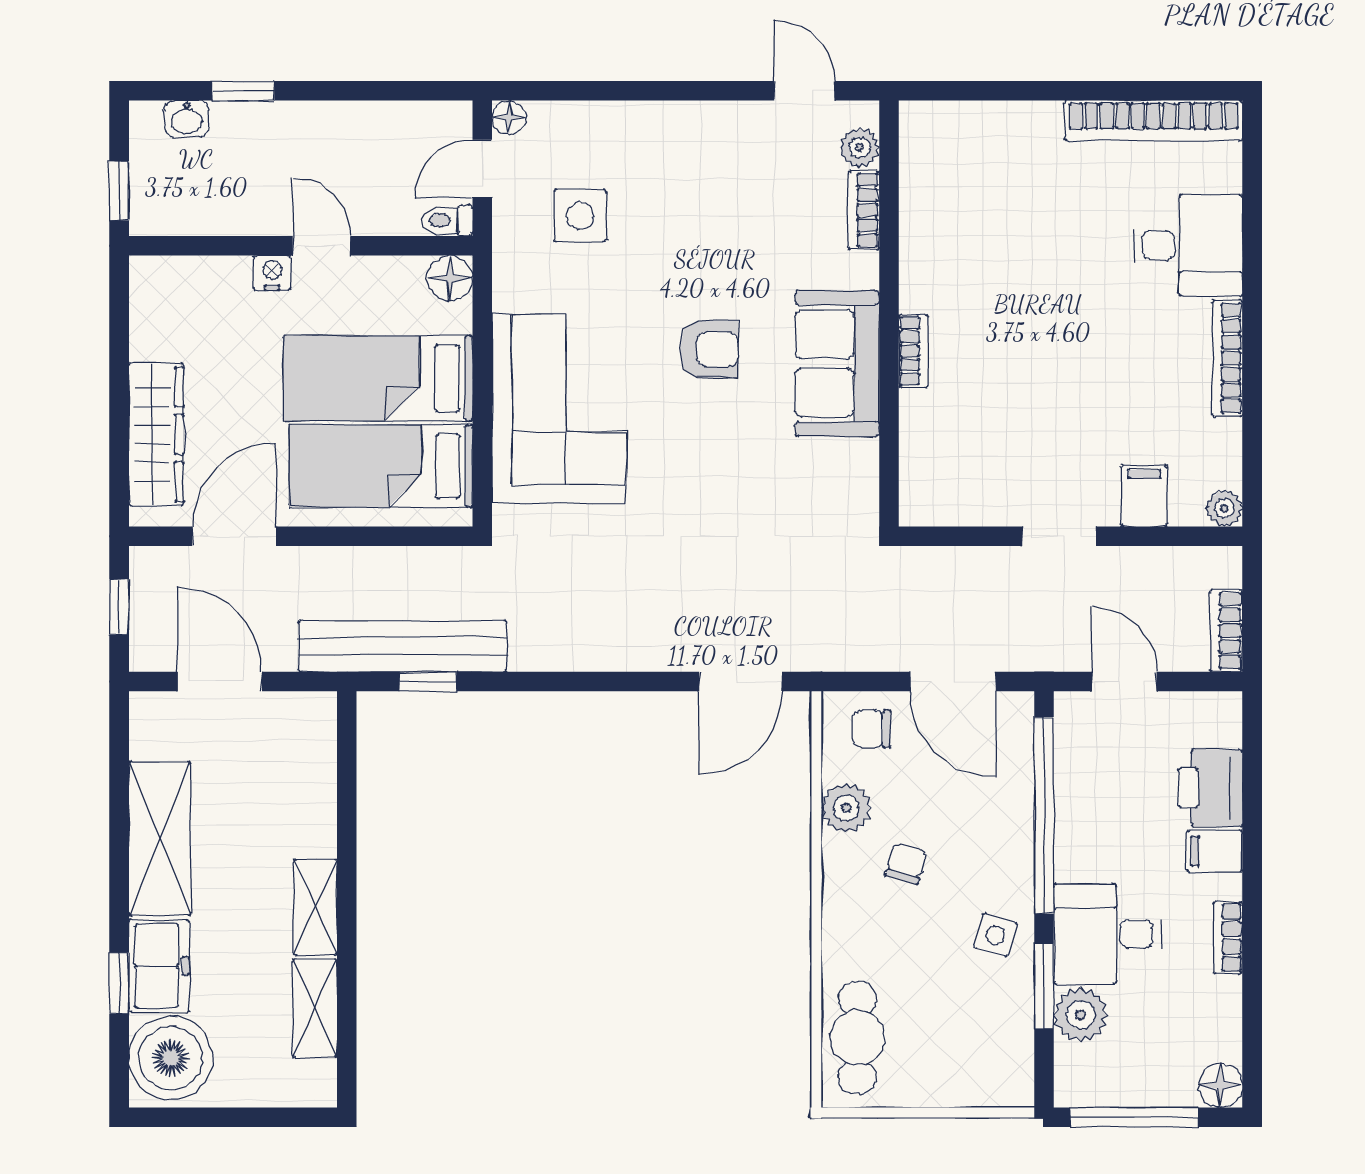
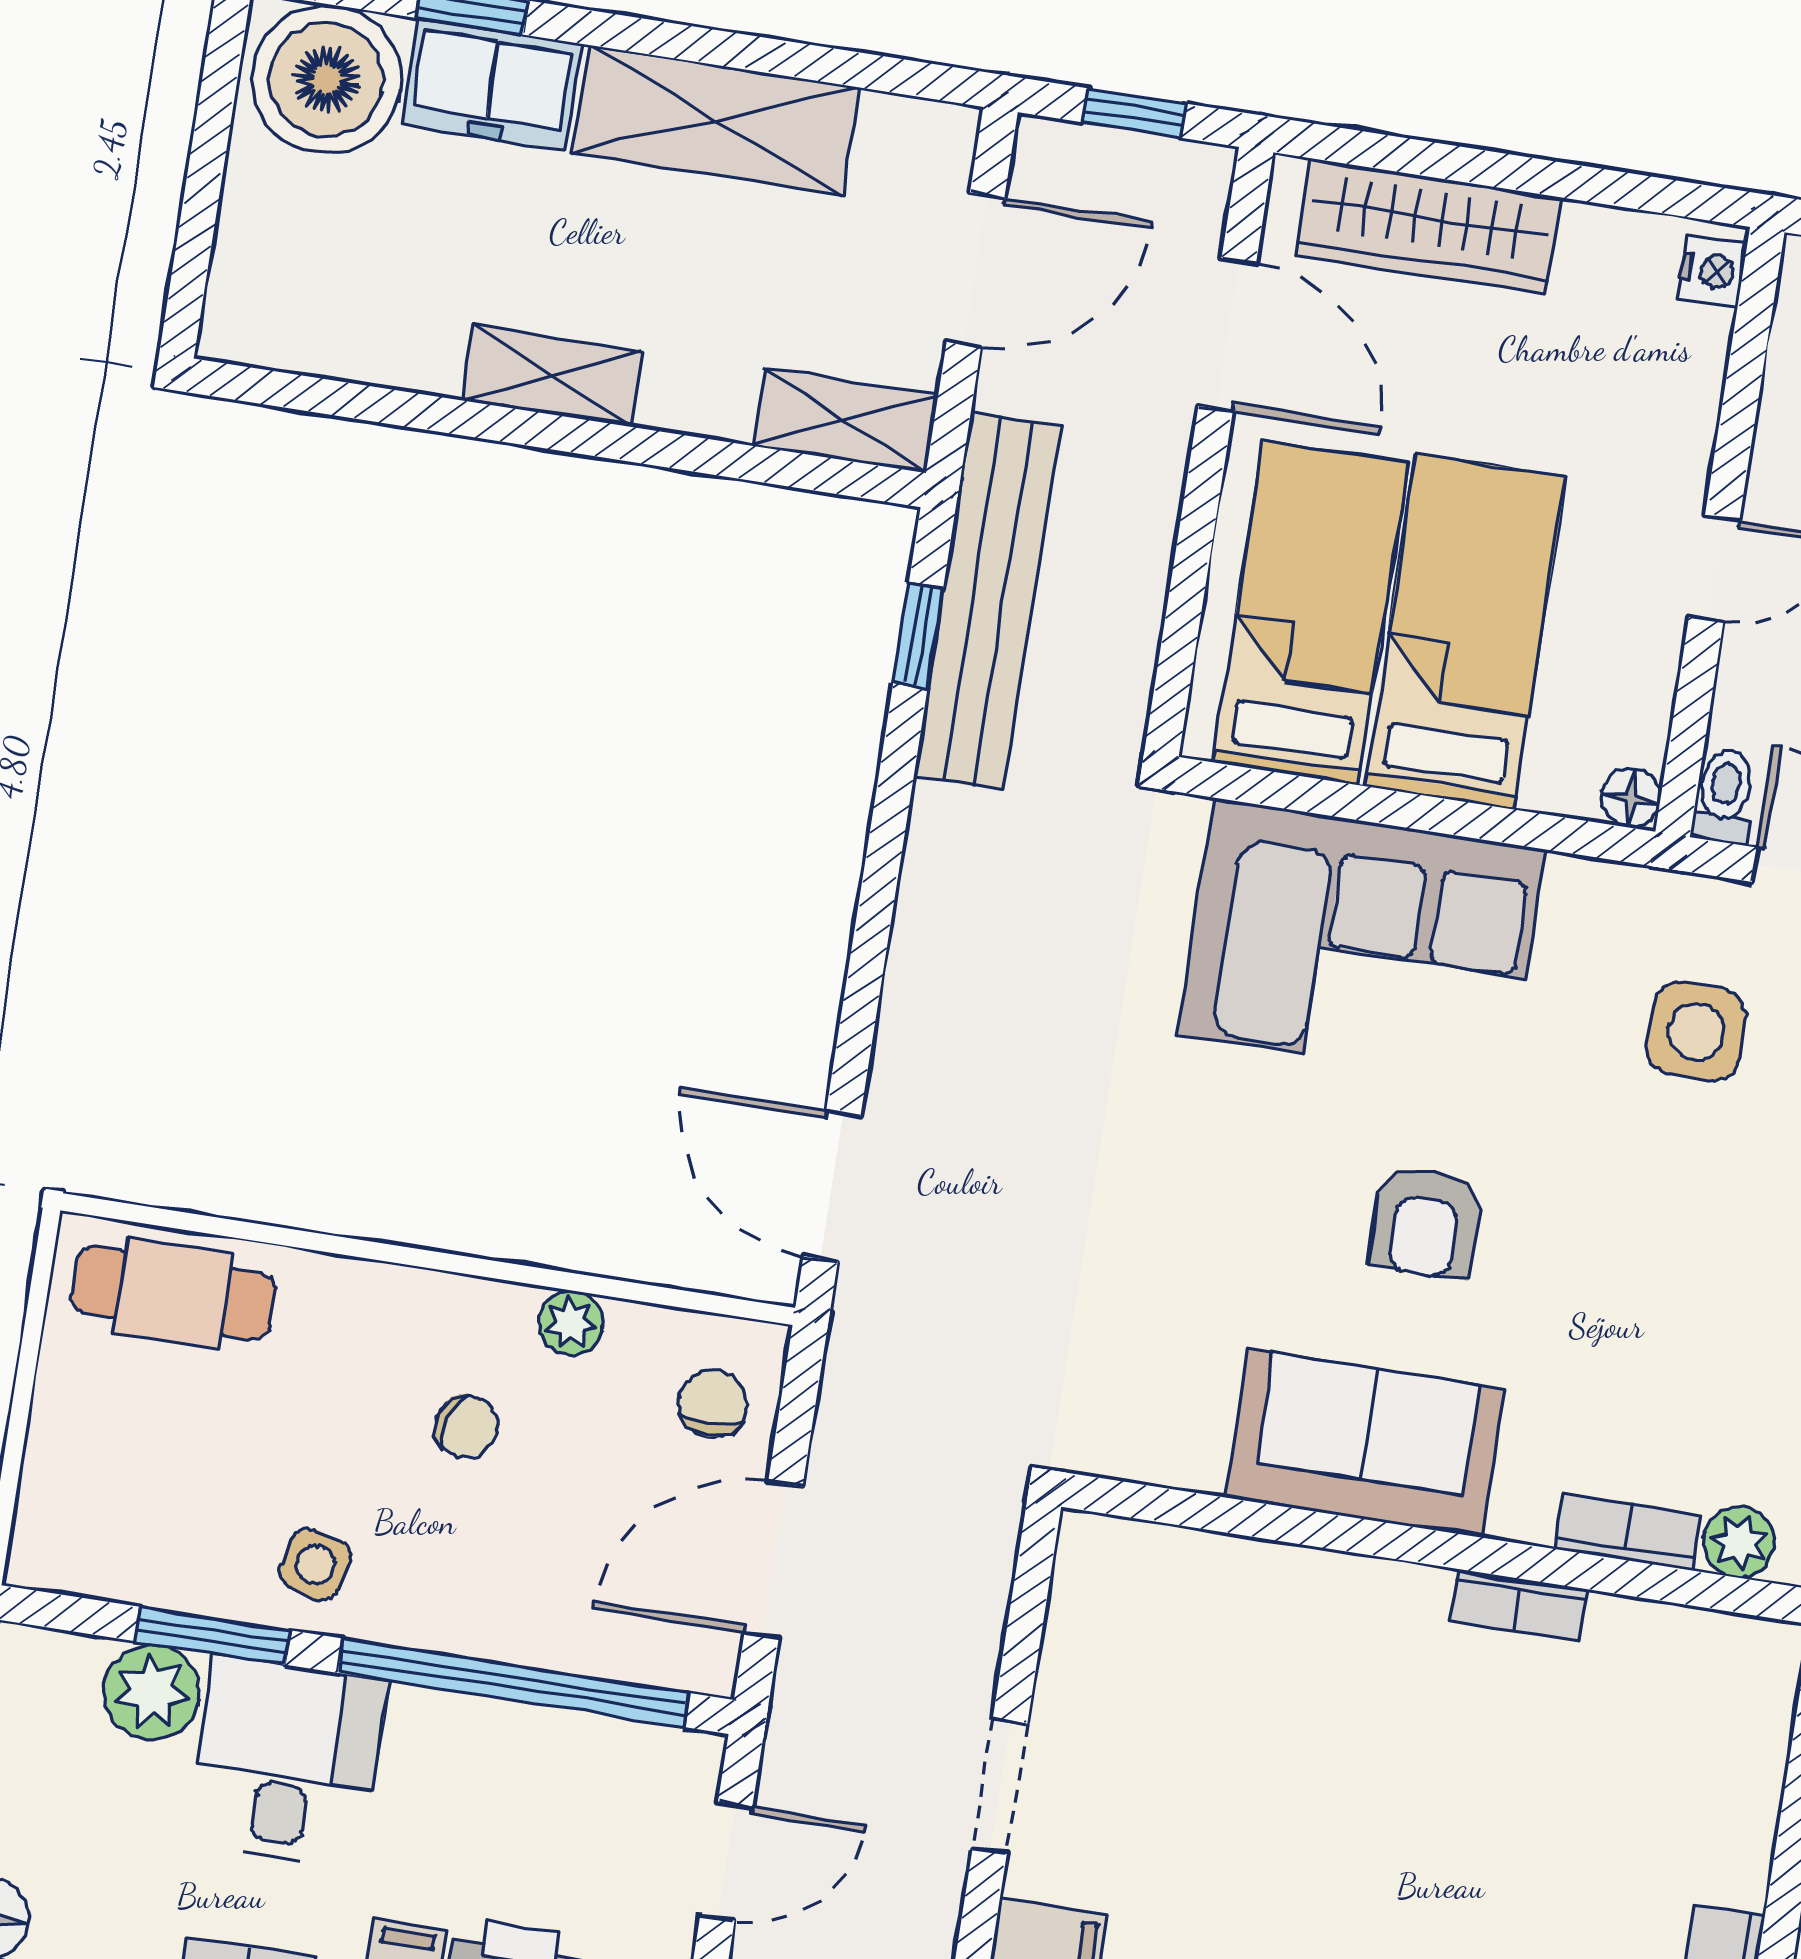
nightstand: (272, 273) -> (1712, 271), moved
floor lamp: (450, 278) -> (1631, 798), width x0.73, depth x0.73
bookcase: (913, 351) -> (1519, 1605), moved
plant: (846, 808) -> (571, 1323), width x0.73, depth x0.73
shelving: (315, 1008) -> (846, 421), moved

